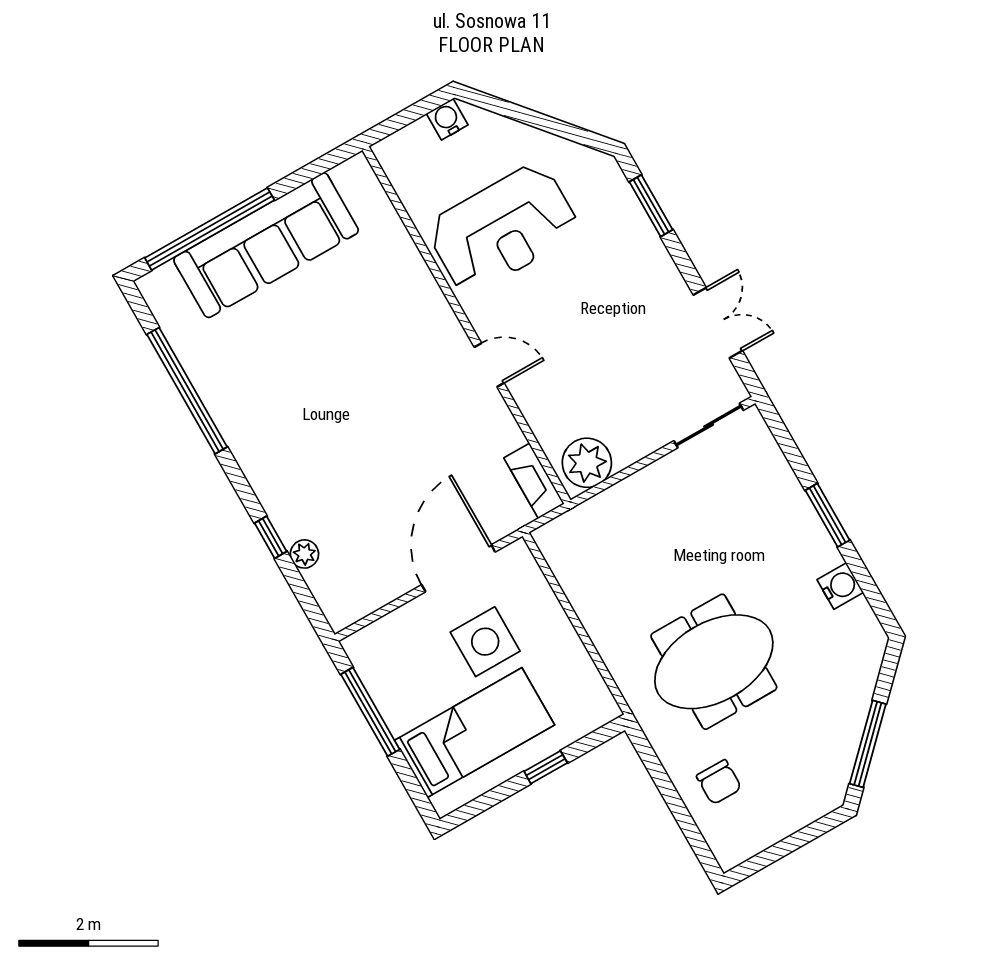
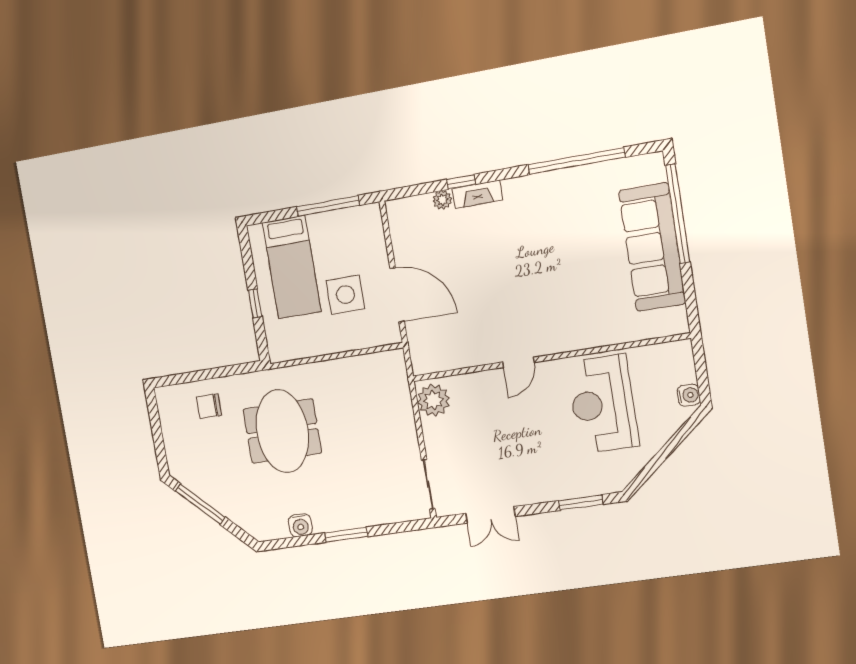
fireplace: (534, 481) -> (477, 194), moved, turned 180

